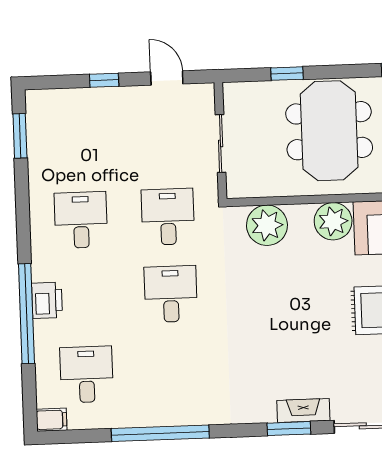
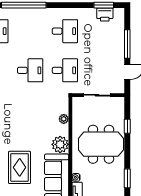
window: (104, 80) -> (127, 44), width x2.17
plant: (267, 225) -> (64, 119), width x0.53, depth x0.53
printer: (47, 300) -> (105, 15), moved

